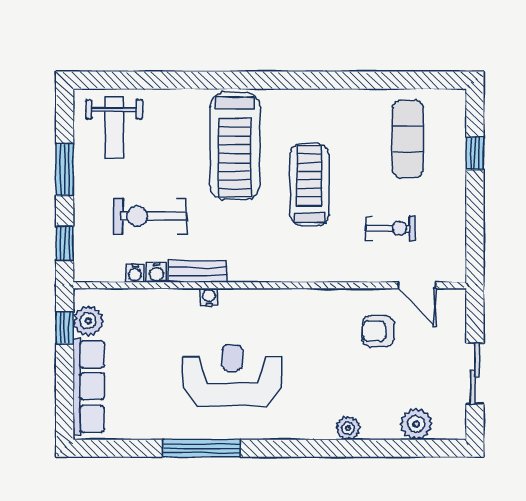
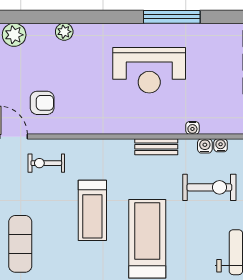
exercise bike: (391, 228) -> (46, 163), moved
bench: (198, 271) -> (156, 147), moved
water cooler: (209, 297) -> (192, 128), moved

